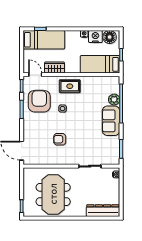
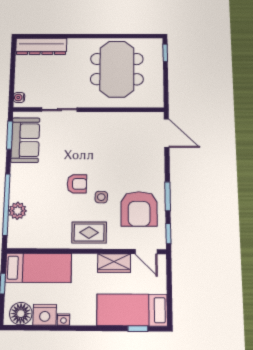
sofa: (111, 121) -> (25, 140), moved
armchair: (60, 139) -> (77, 184), moved

